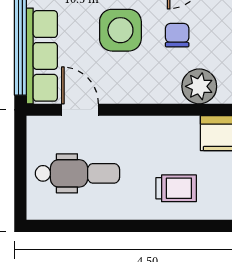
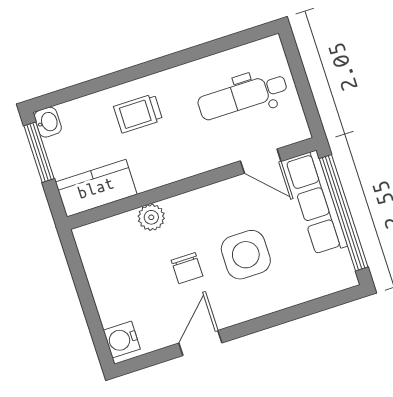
plant: (199, 86) -> (151, 217), width x0.73, depth x0.73

